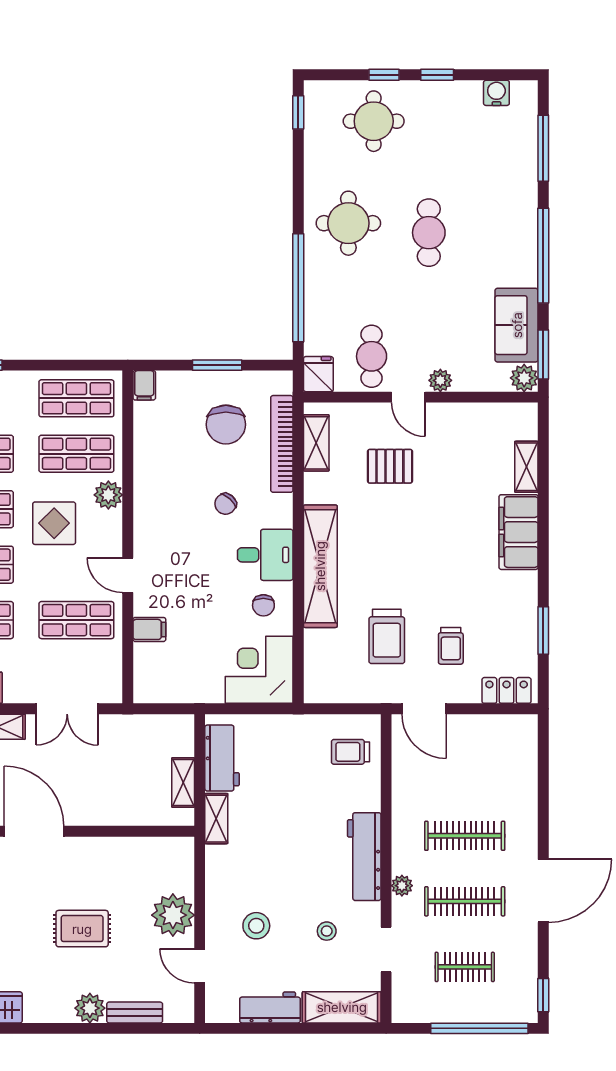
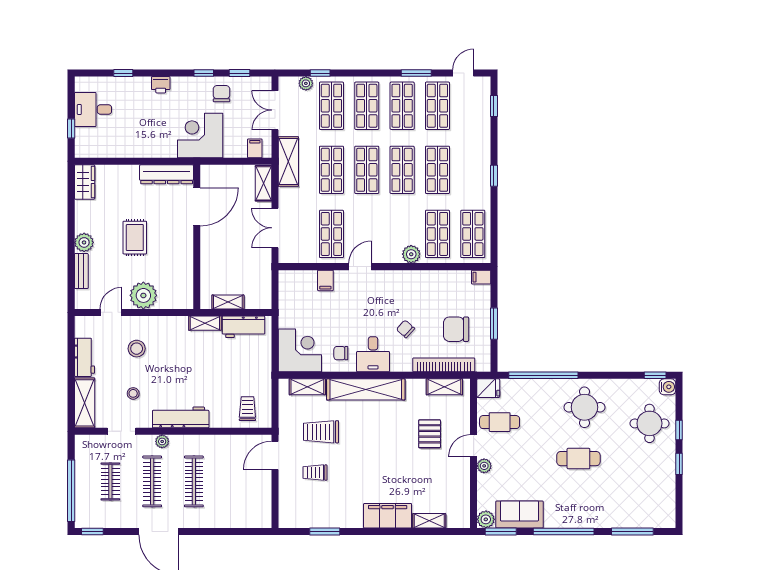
water cooler: (496, 93) -> (668, 387), moved
display table: (54, 523) -> (393, 220), removed
shelving: (316, 658) -> (307, 387), added
locker: (507, 690) -> (287, 508), removed

